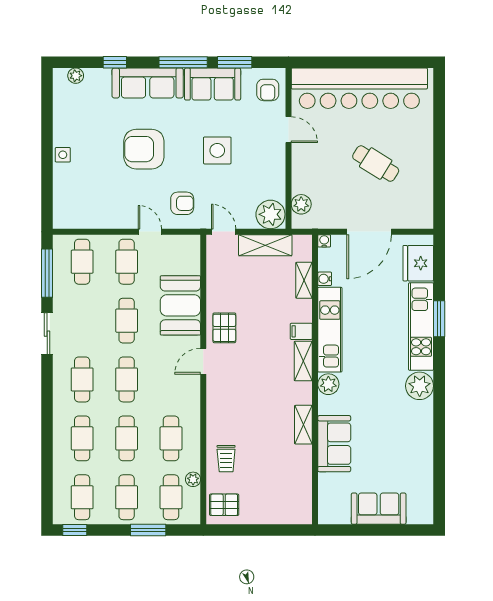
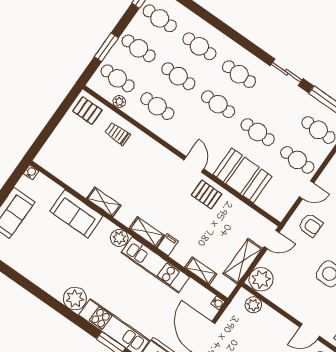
armchair: (182, 203) -> (310, 225), turned -90
water cooler: (325, 279) -> (31, 172), moved
pallet: (224, 505) -> (87, 111), turned 90

